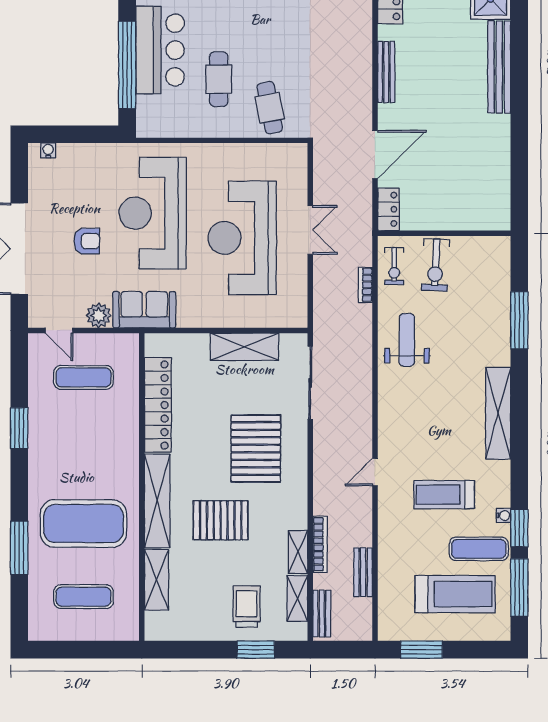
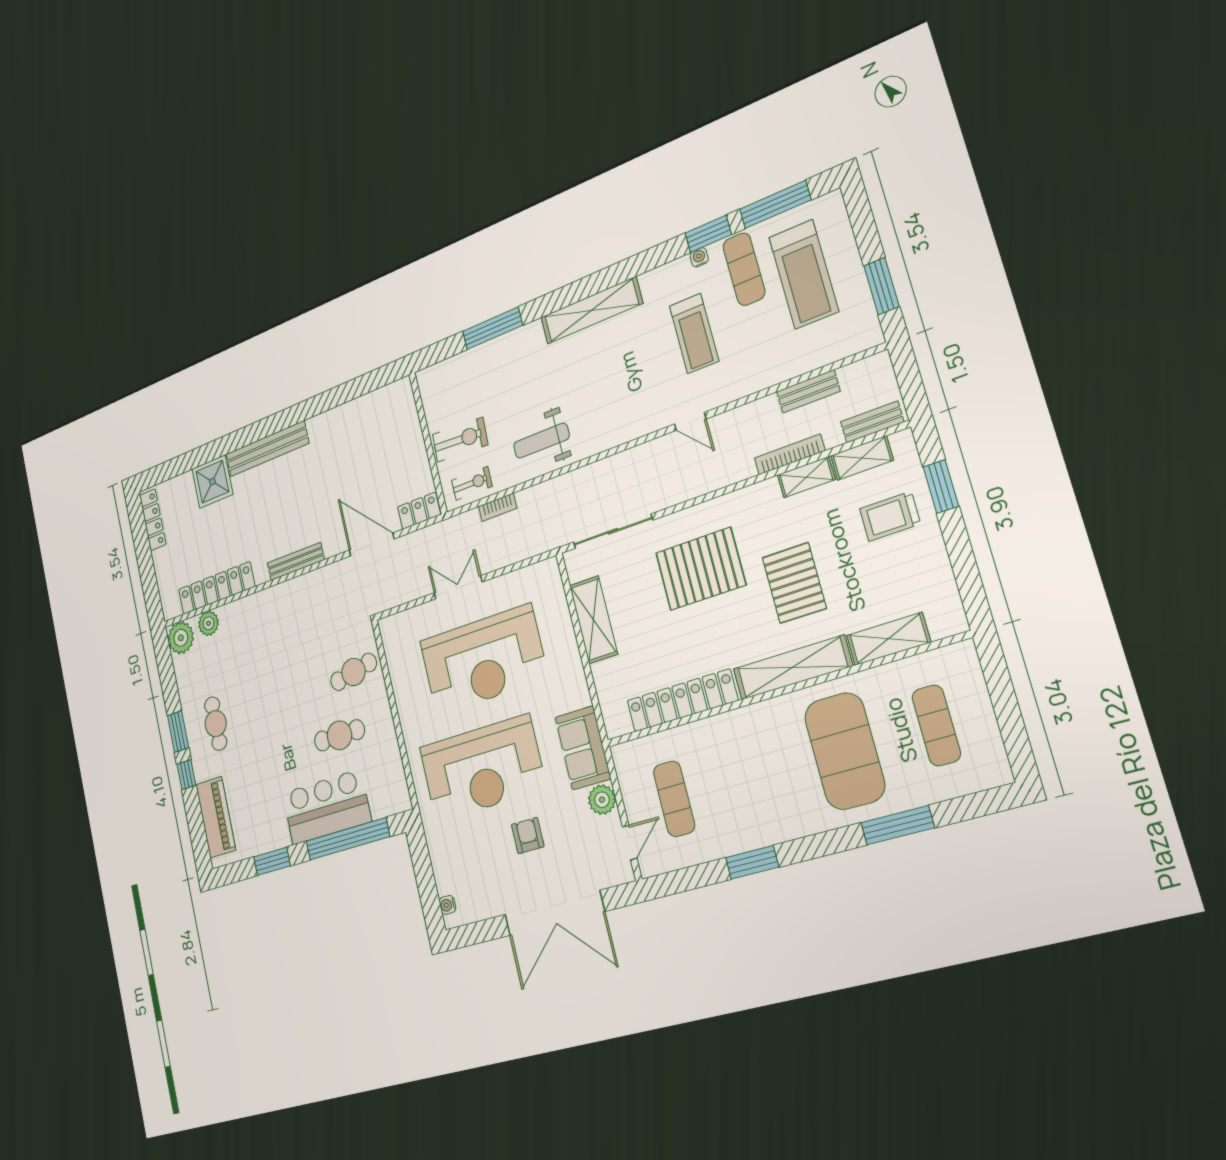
treadmill: (455, 594) -> (804, 274), turned 180

